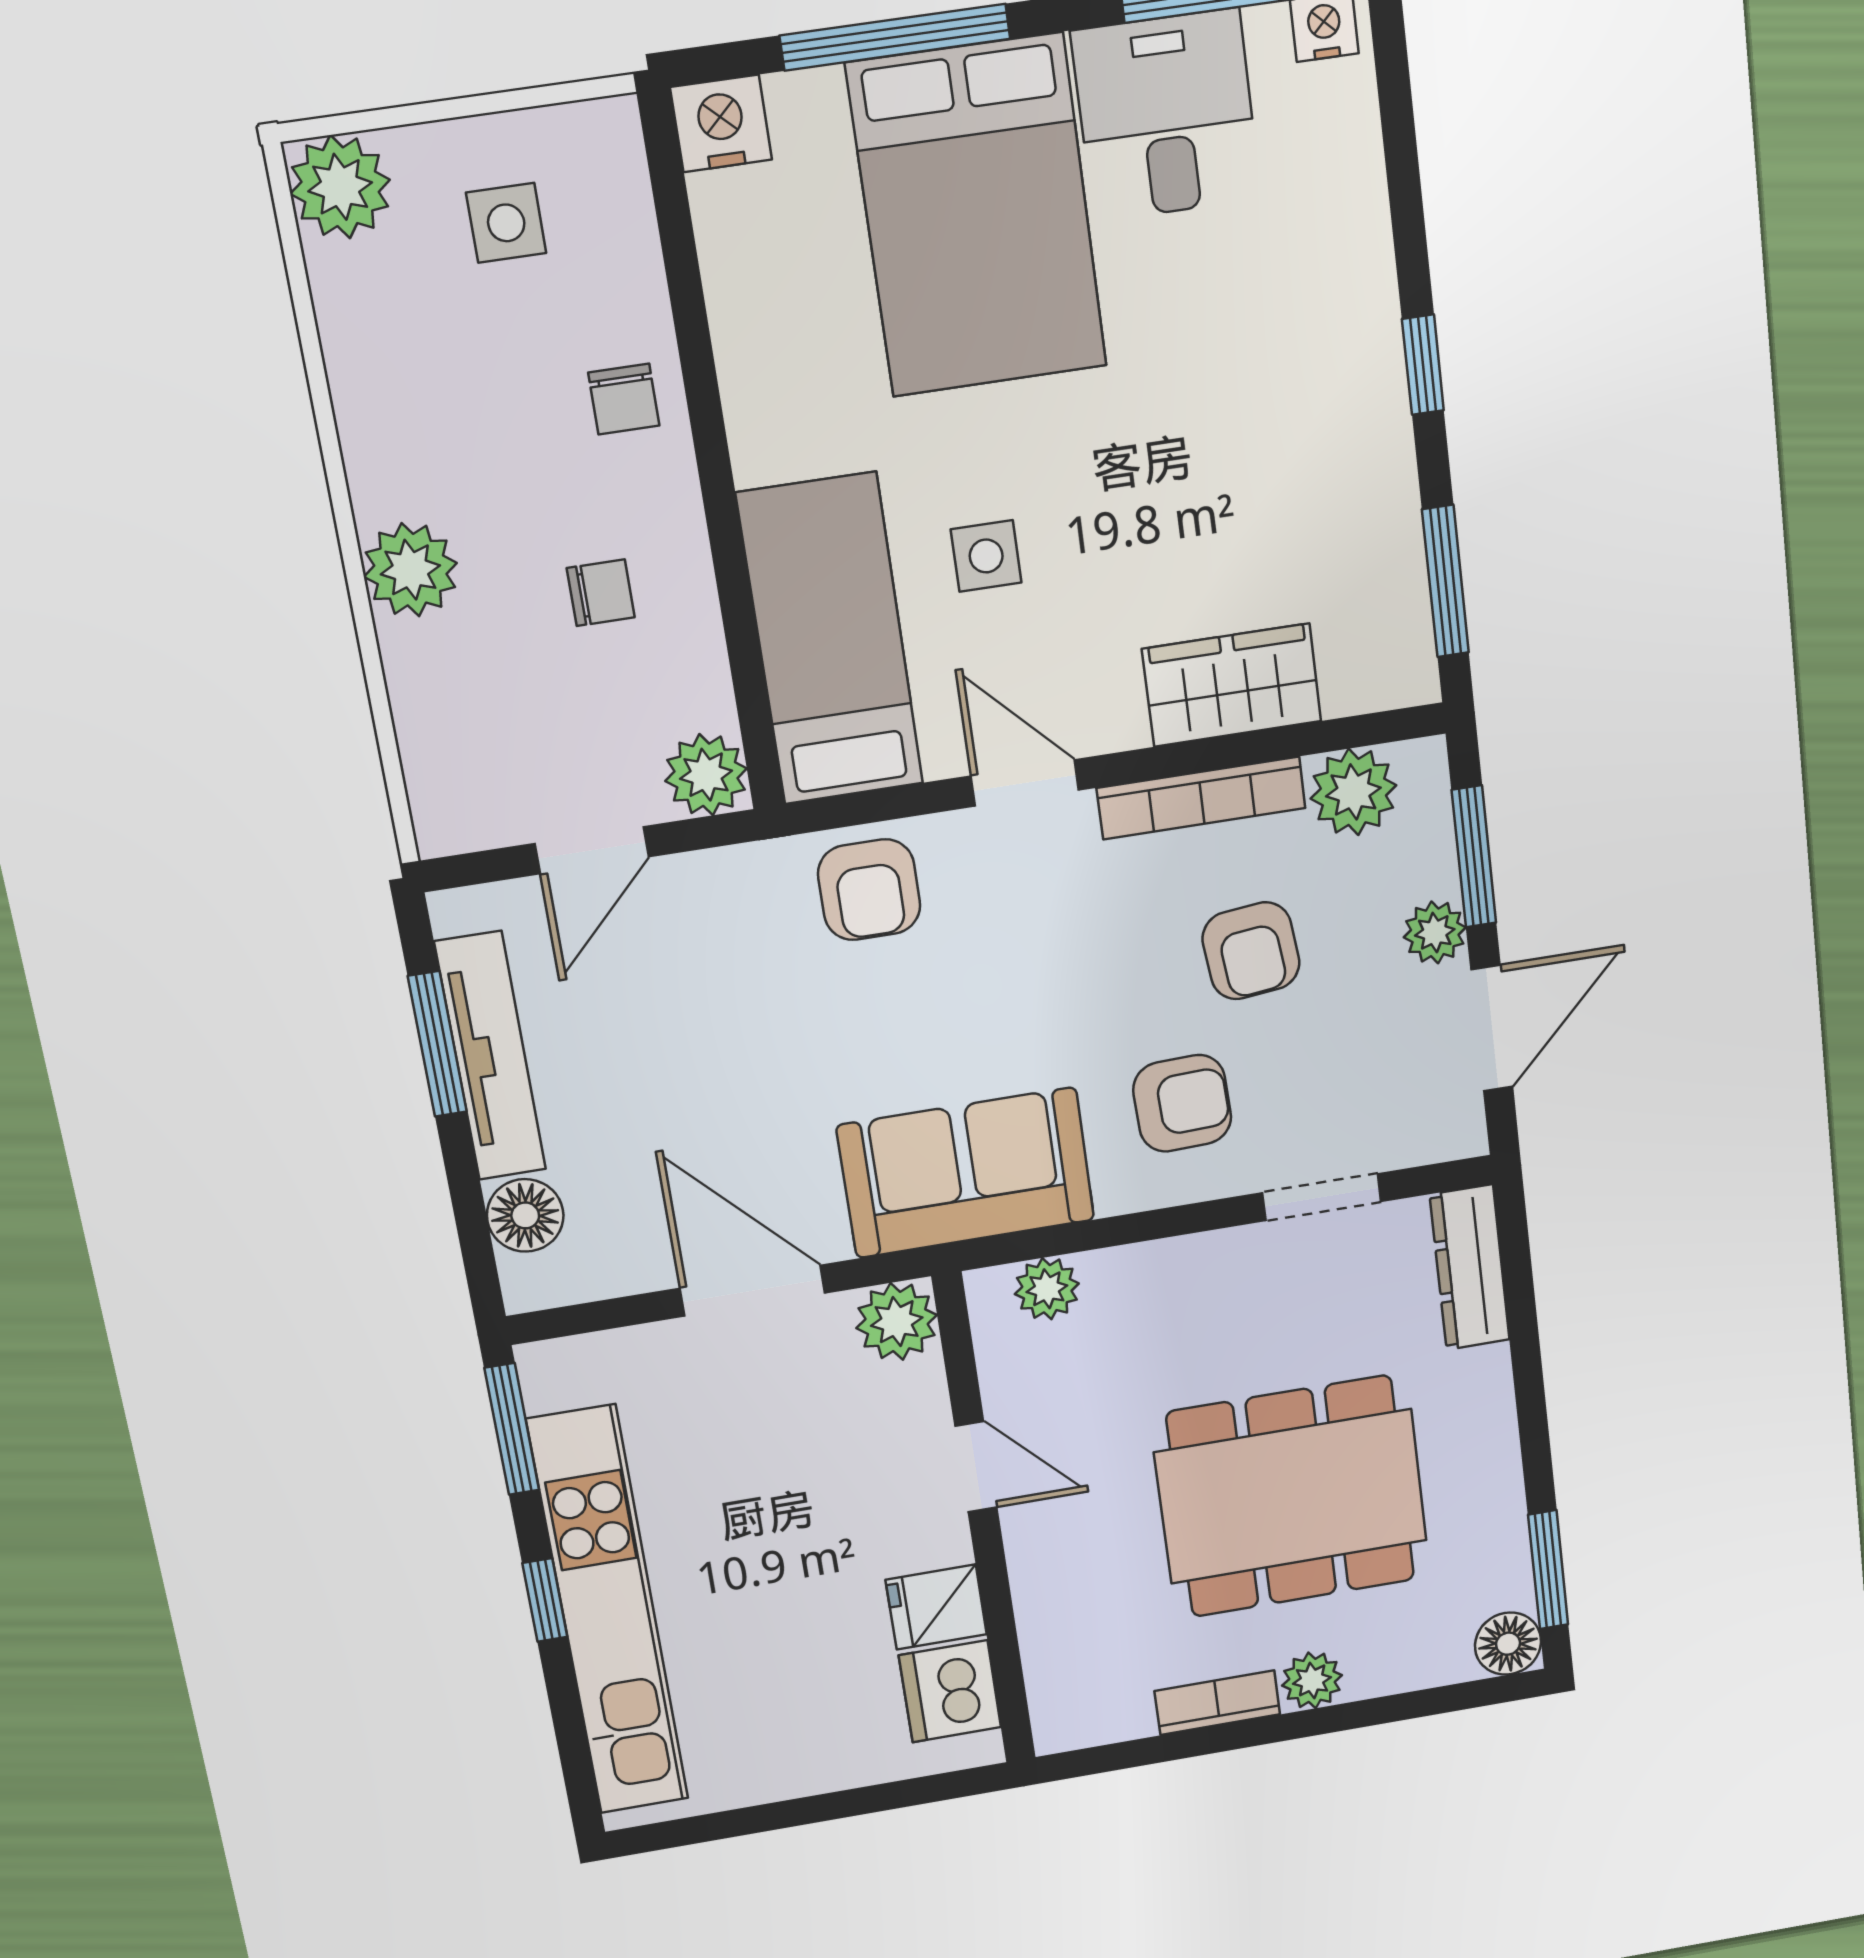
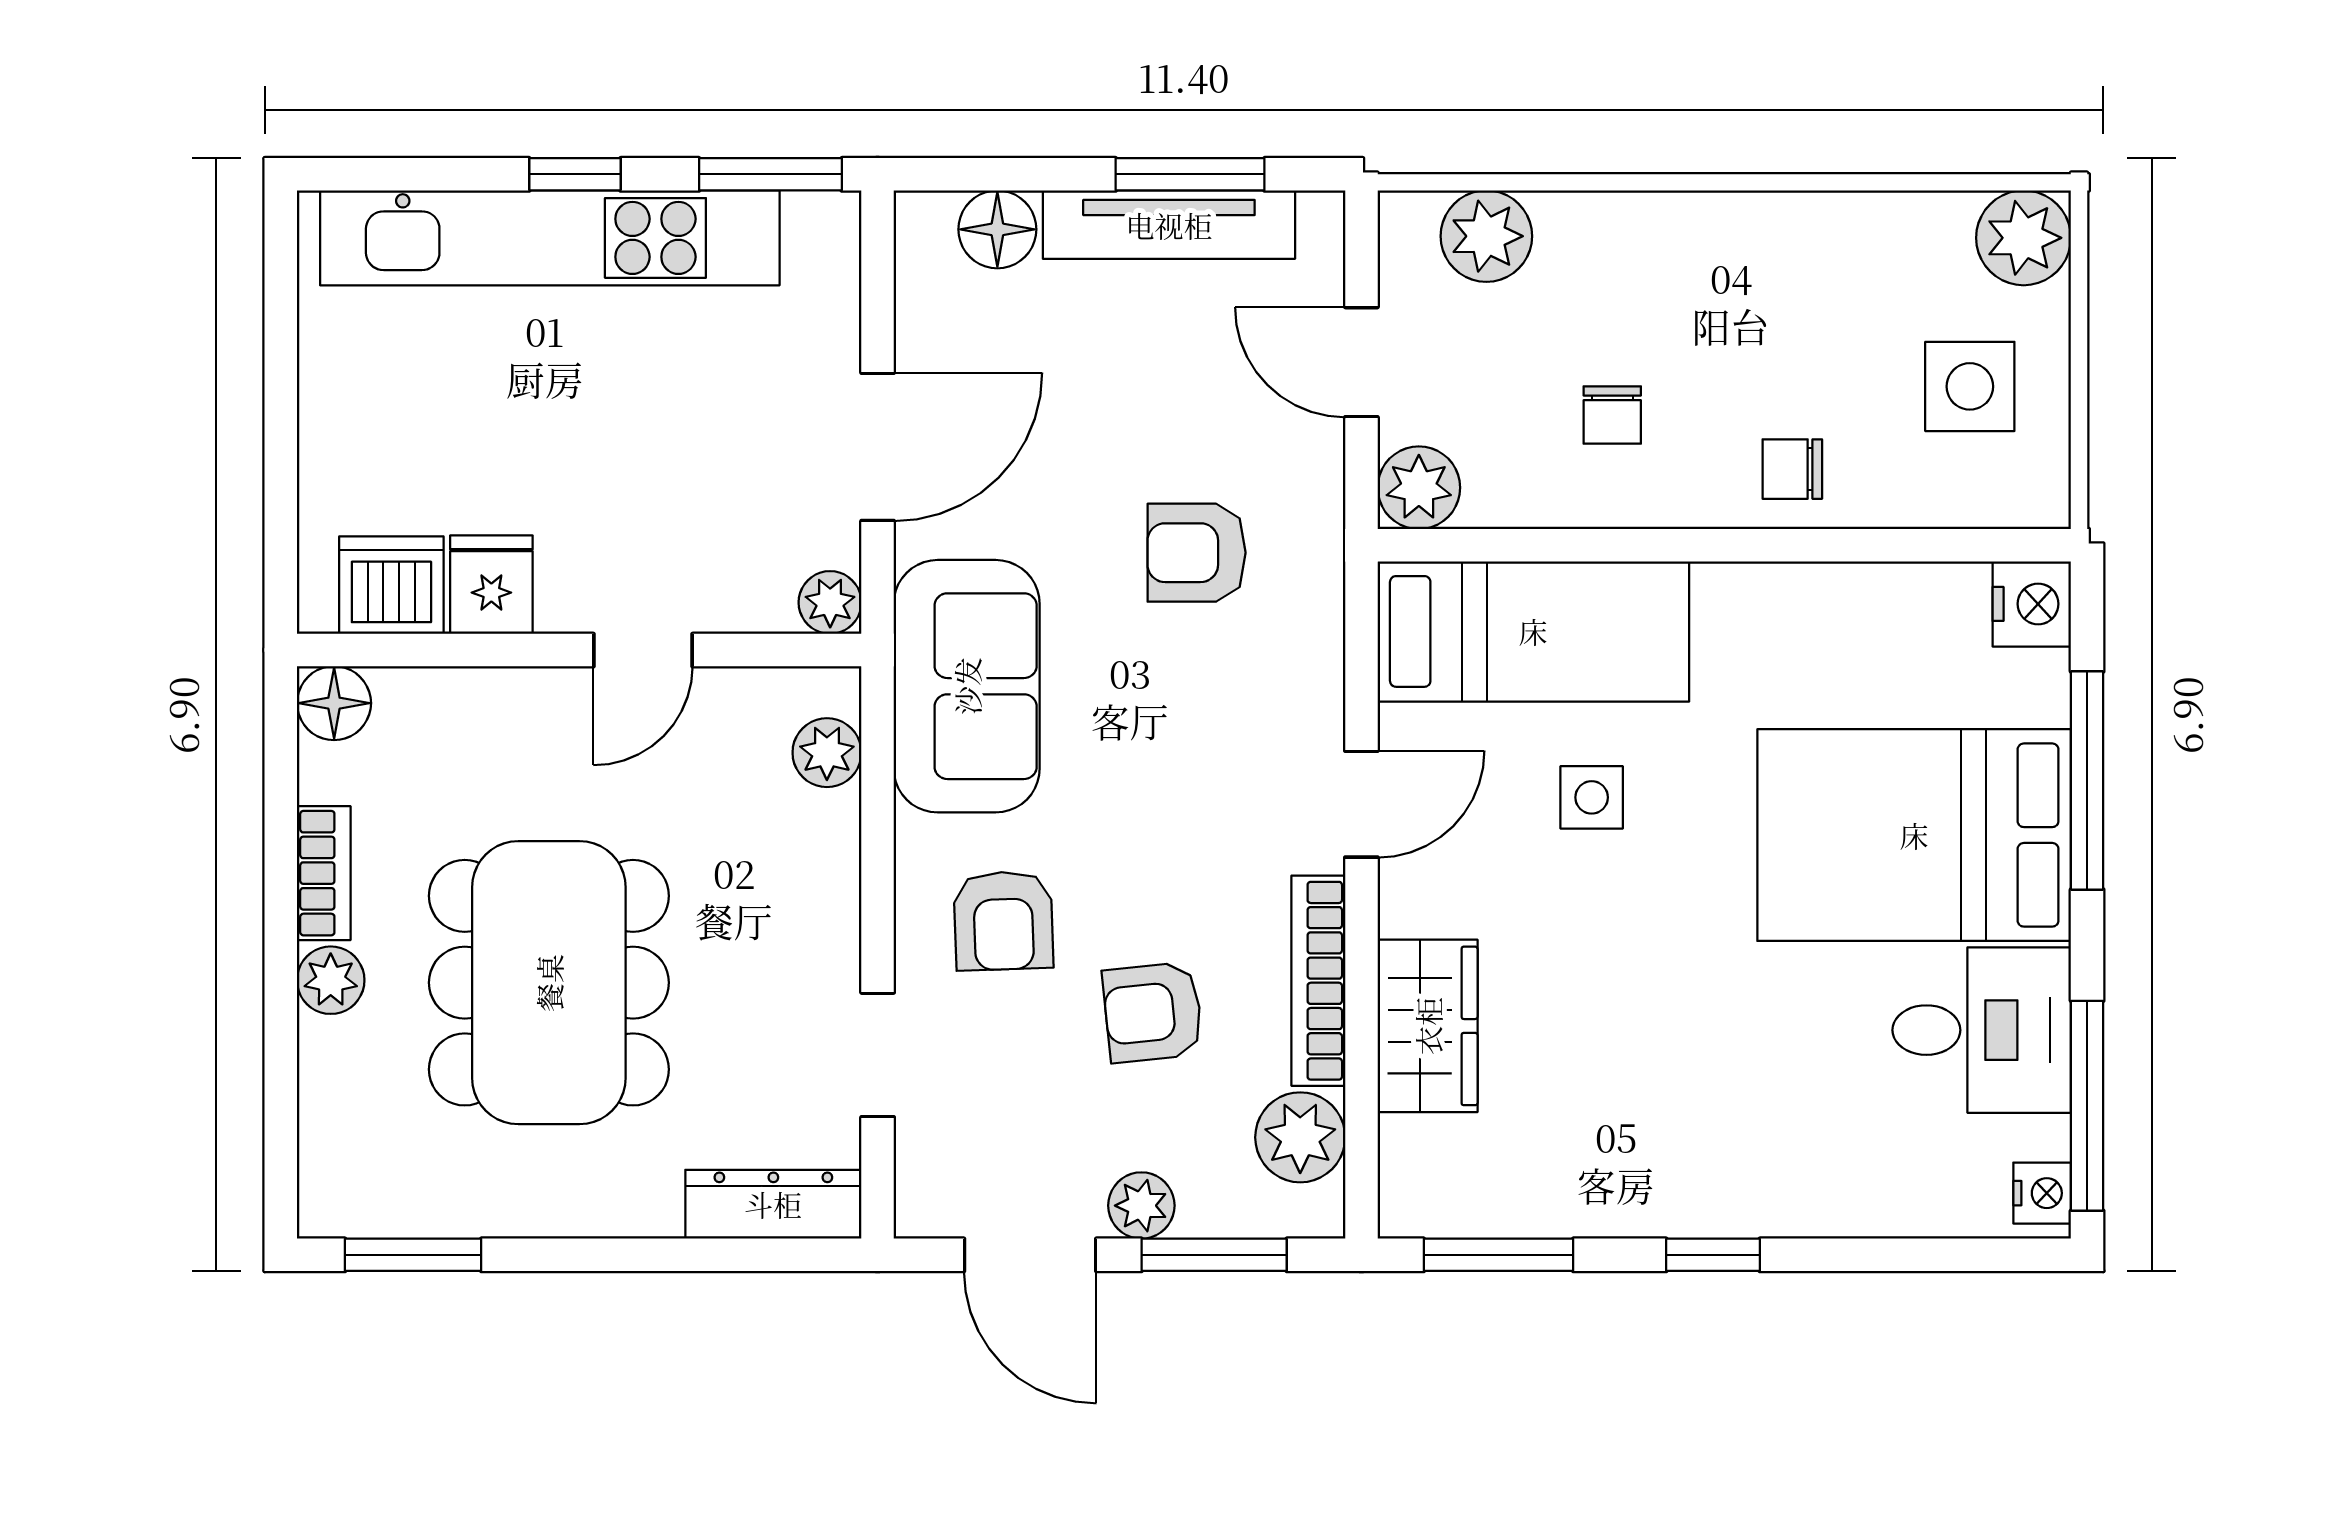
side table: (506, 223) -> (1970, 386), width x1.37, depth x1.37
plant: (410, 570) -> (1486, 236), moved
armchair: (869, 890) -> (1197, 553), moved
plant: (897, 1322) -> (830, 602), width x0.73, depth x0.73
floor lamp: (1508, 1644) -> (334, 703), moved

